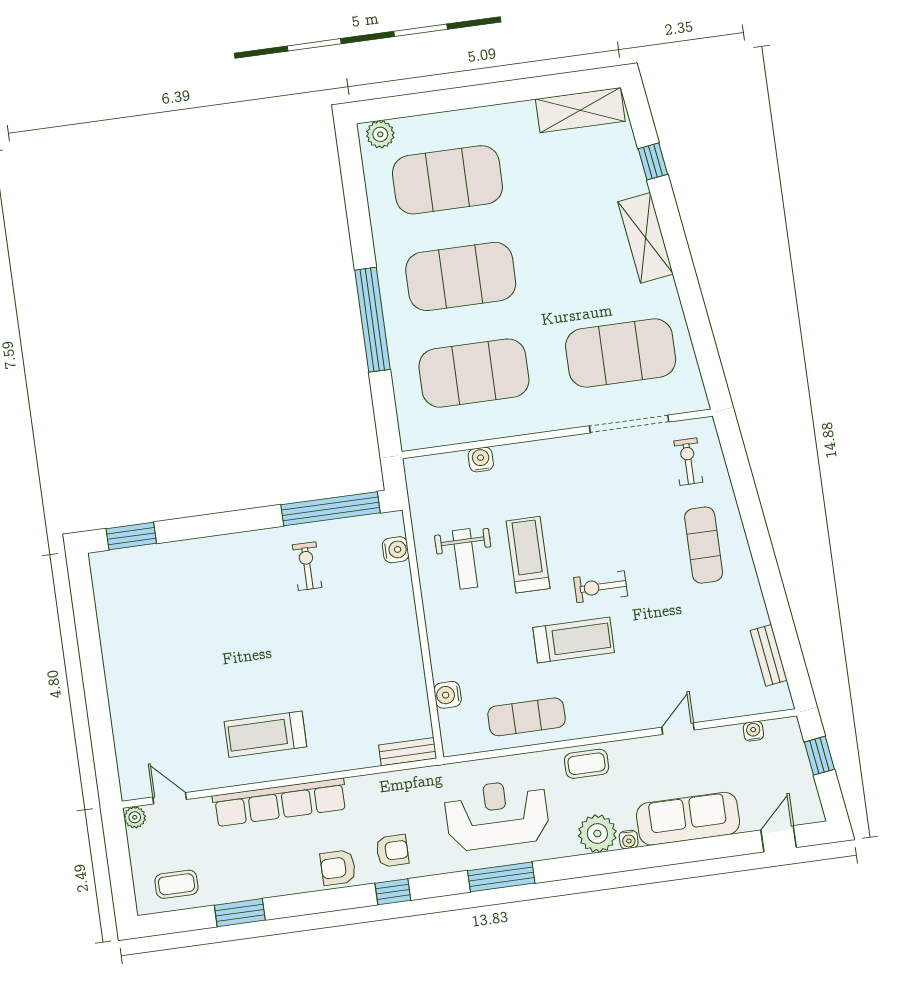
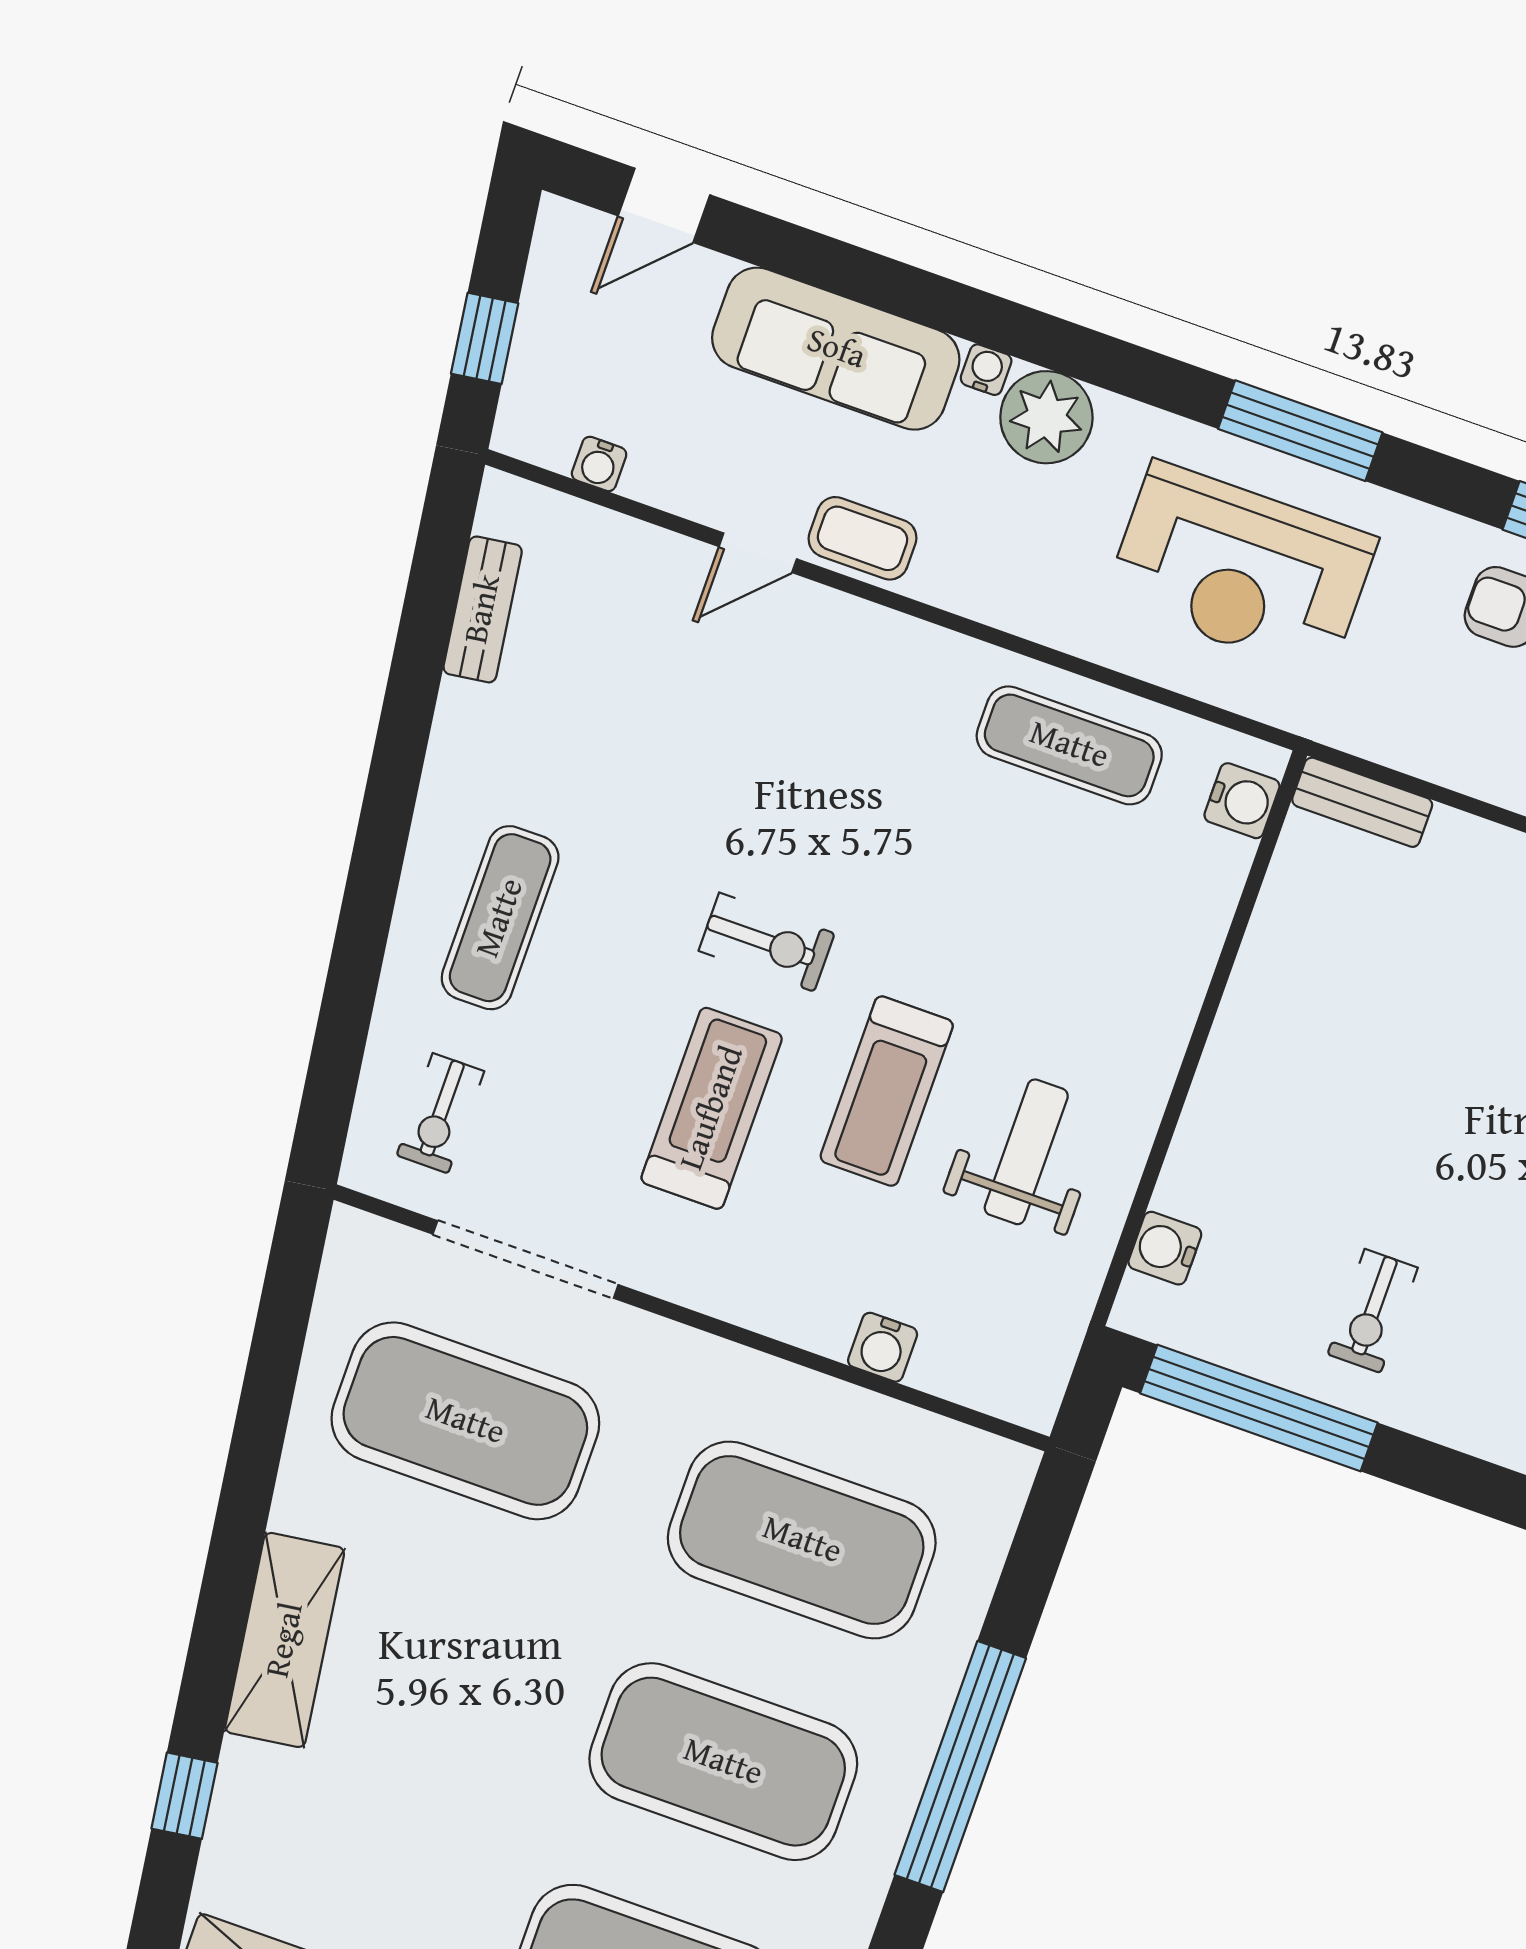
treadmill: (574, 640) -> (712, 1108), moved, turned 90
water cooler: (448, 695) -> (1242, 801), moved
coffee table: (587, 764) -> (862, 538), moved

